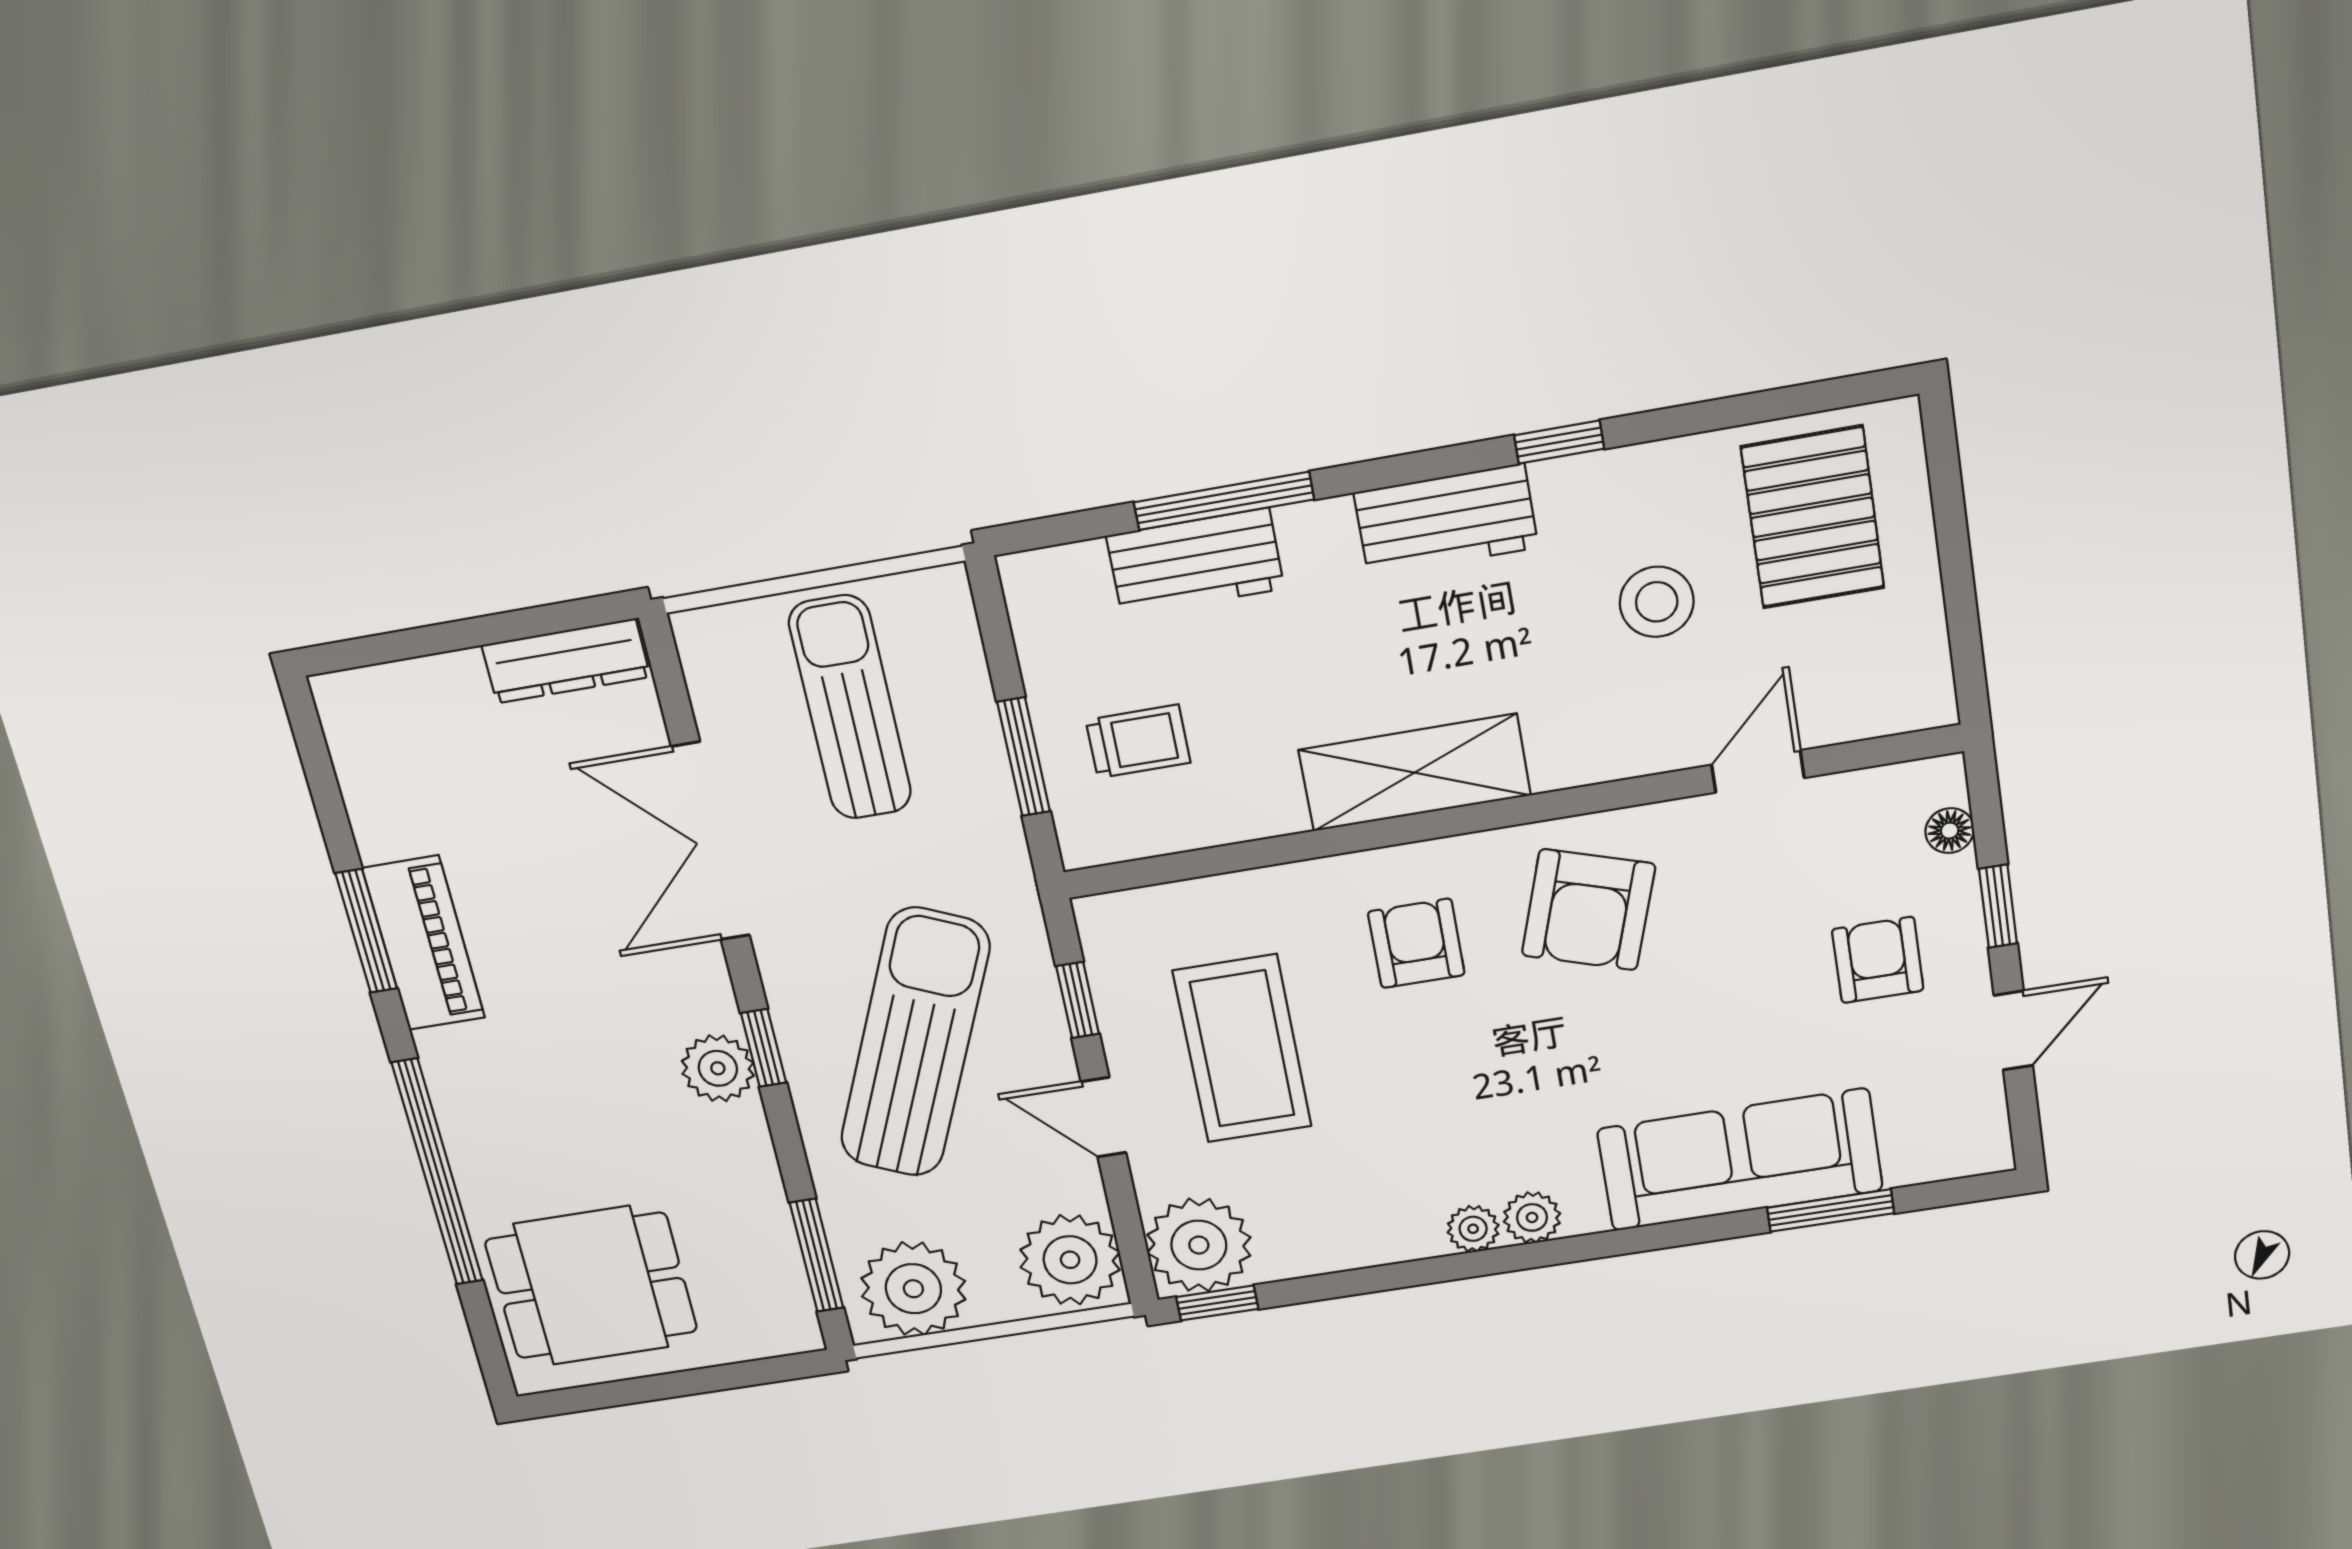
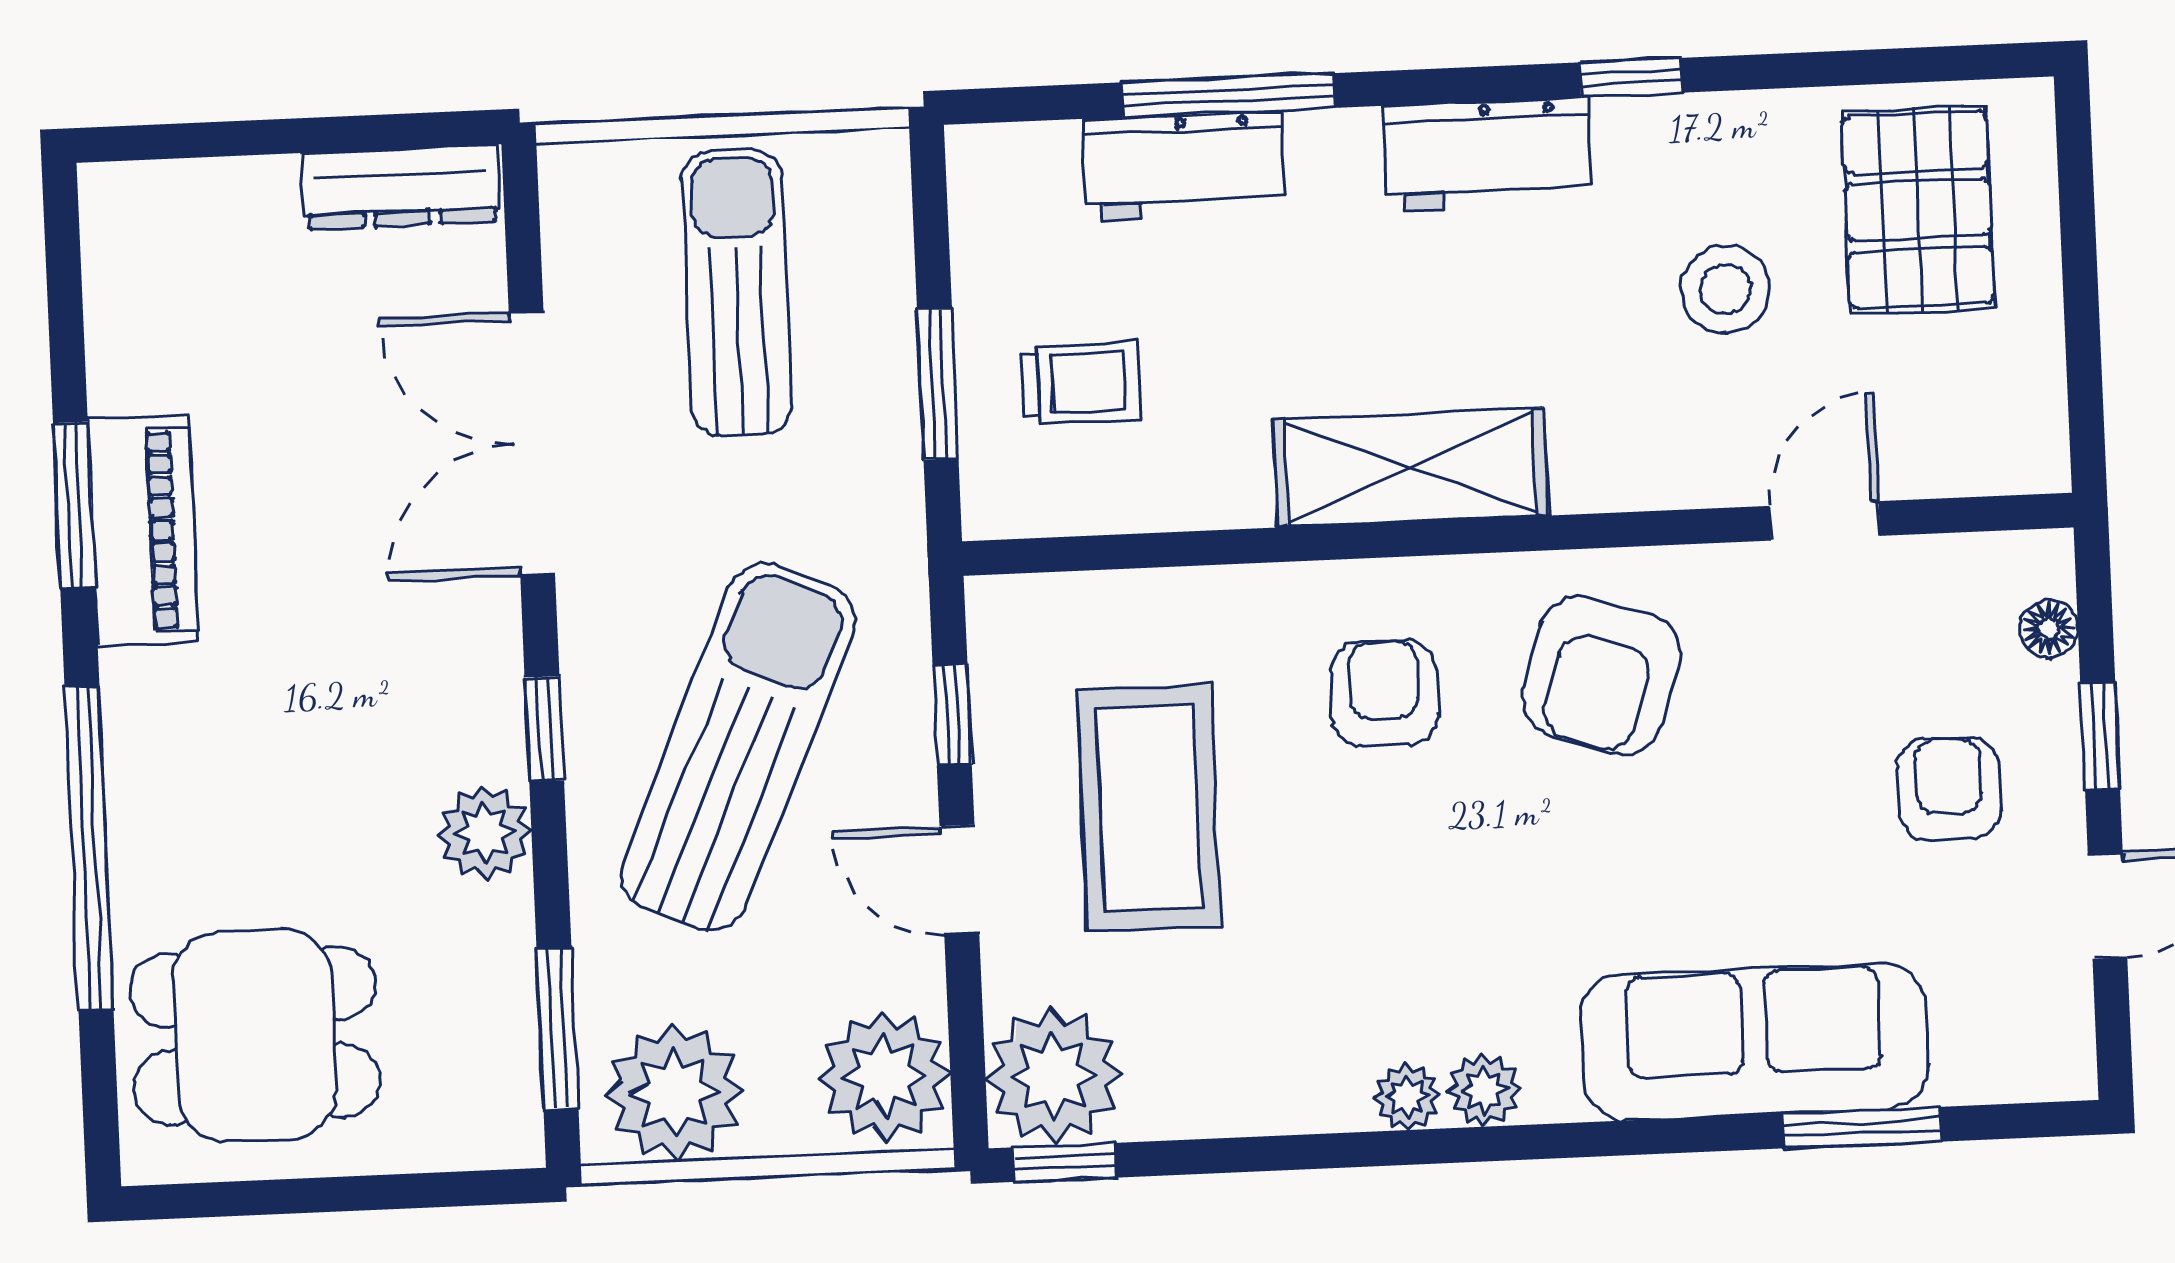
plant: (718, 1068) -> (484, 833), moved

